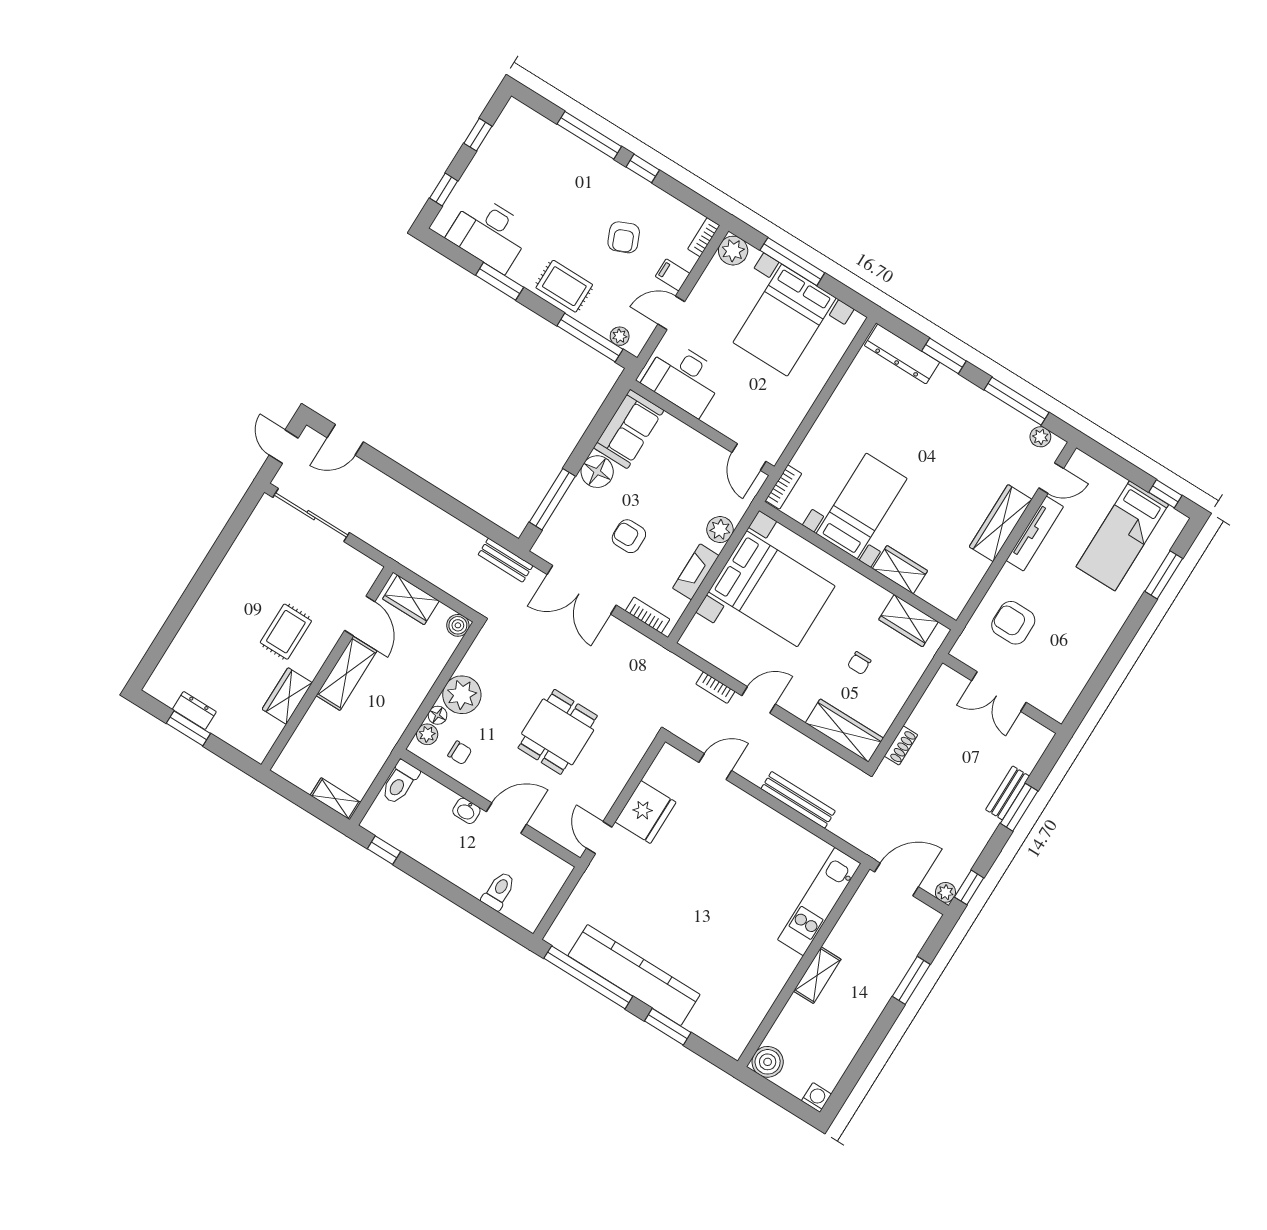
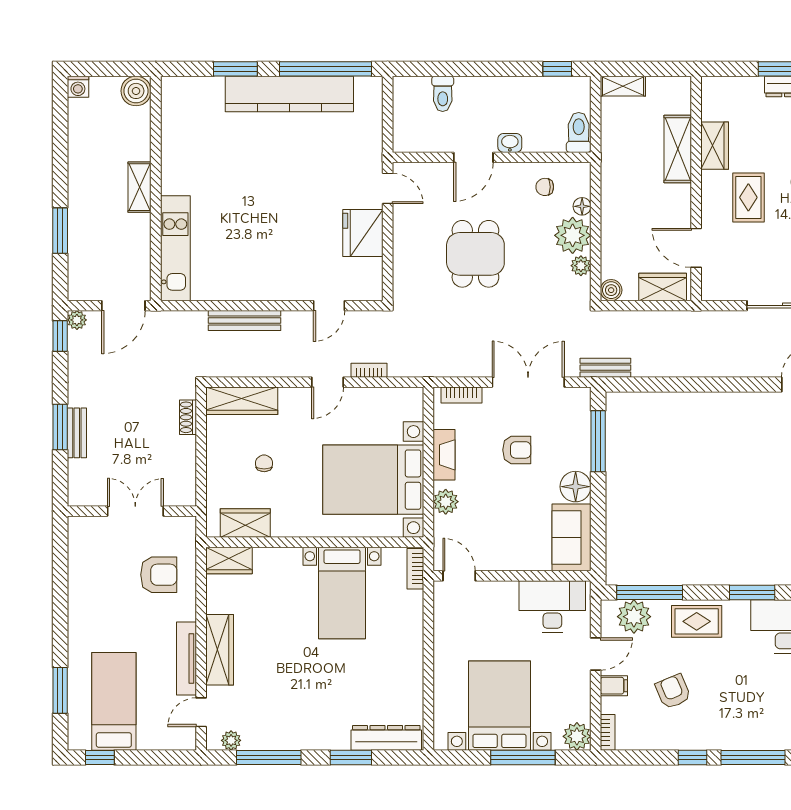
plant: (620, 336) -> (634, 617), width x1.87, depth x1.87
wardrobe: (900, 570) -> (229, 560), moved
shelving: (346, 673) -> (678, 149), moved
plant: (427, 734) -> (581, 266), moved

